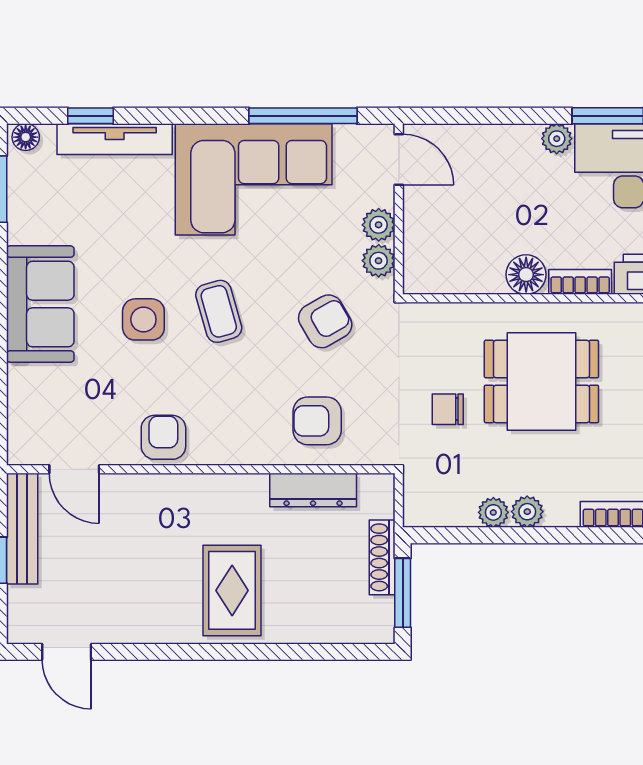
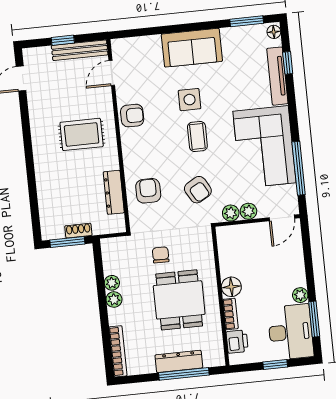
coffee table: (219, 311) -> (197, 136), turned -74
shoe rack: (382, 557) -> (78, 231), width x0.70
rug: (232, 590) -> (82, 134), moved

